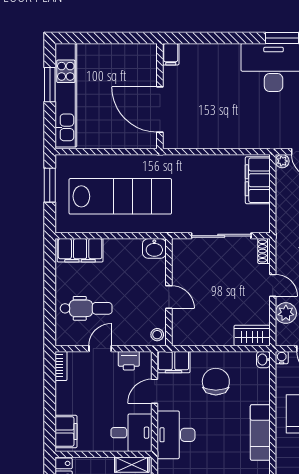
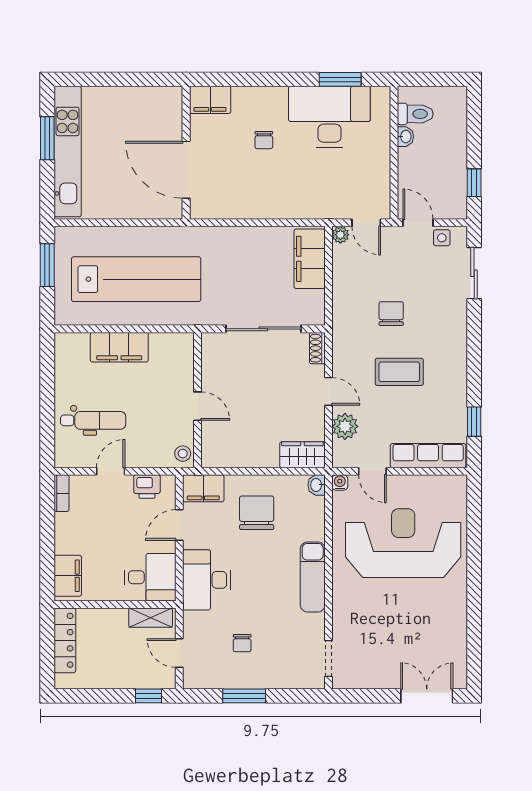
filing cabinet: (171, 54) -> (210, 100), width x2.00
chair: (221, 86) -> (264, 140), added
washbasin: (154, 248) -> (179, 345), removed
filing cabinet: (80, 250) -> (119, 347), moved

